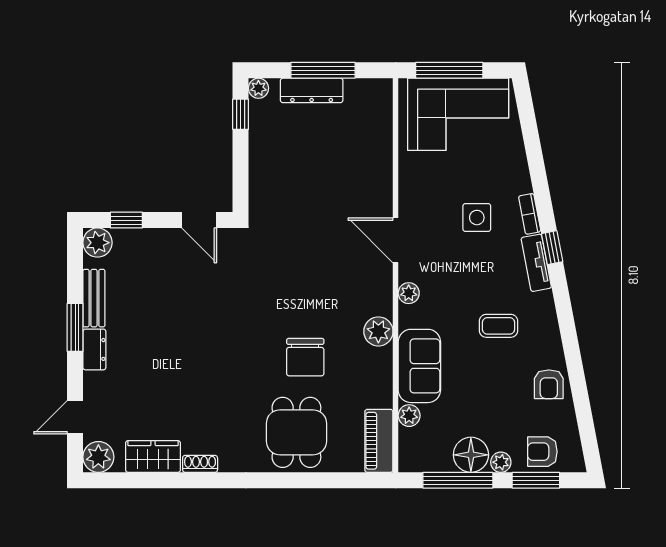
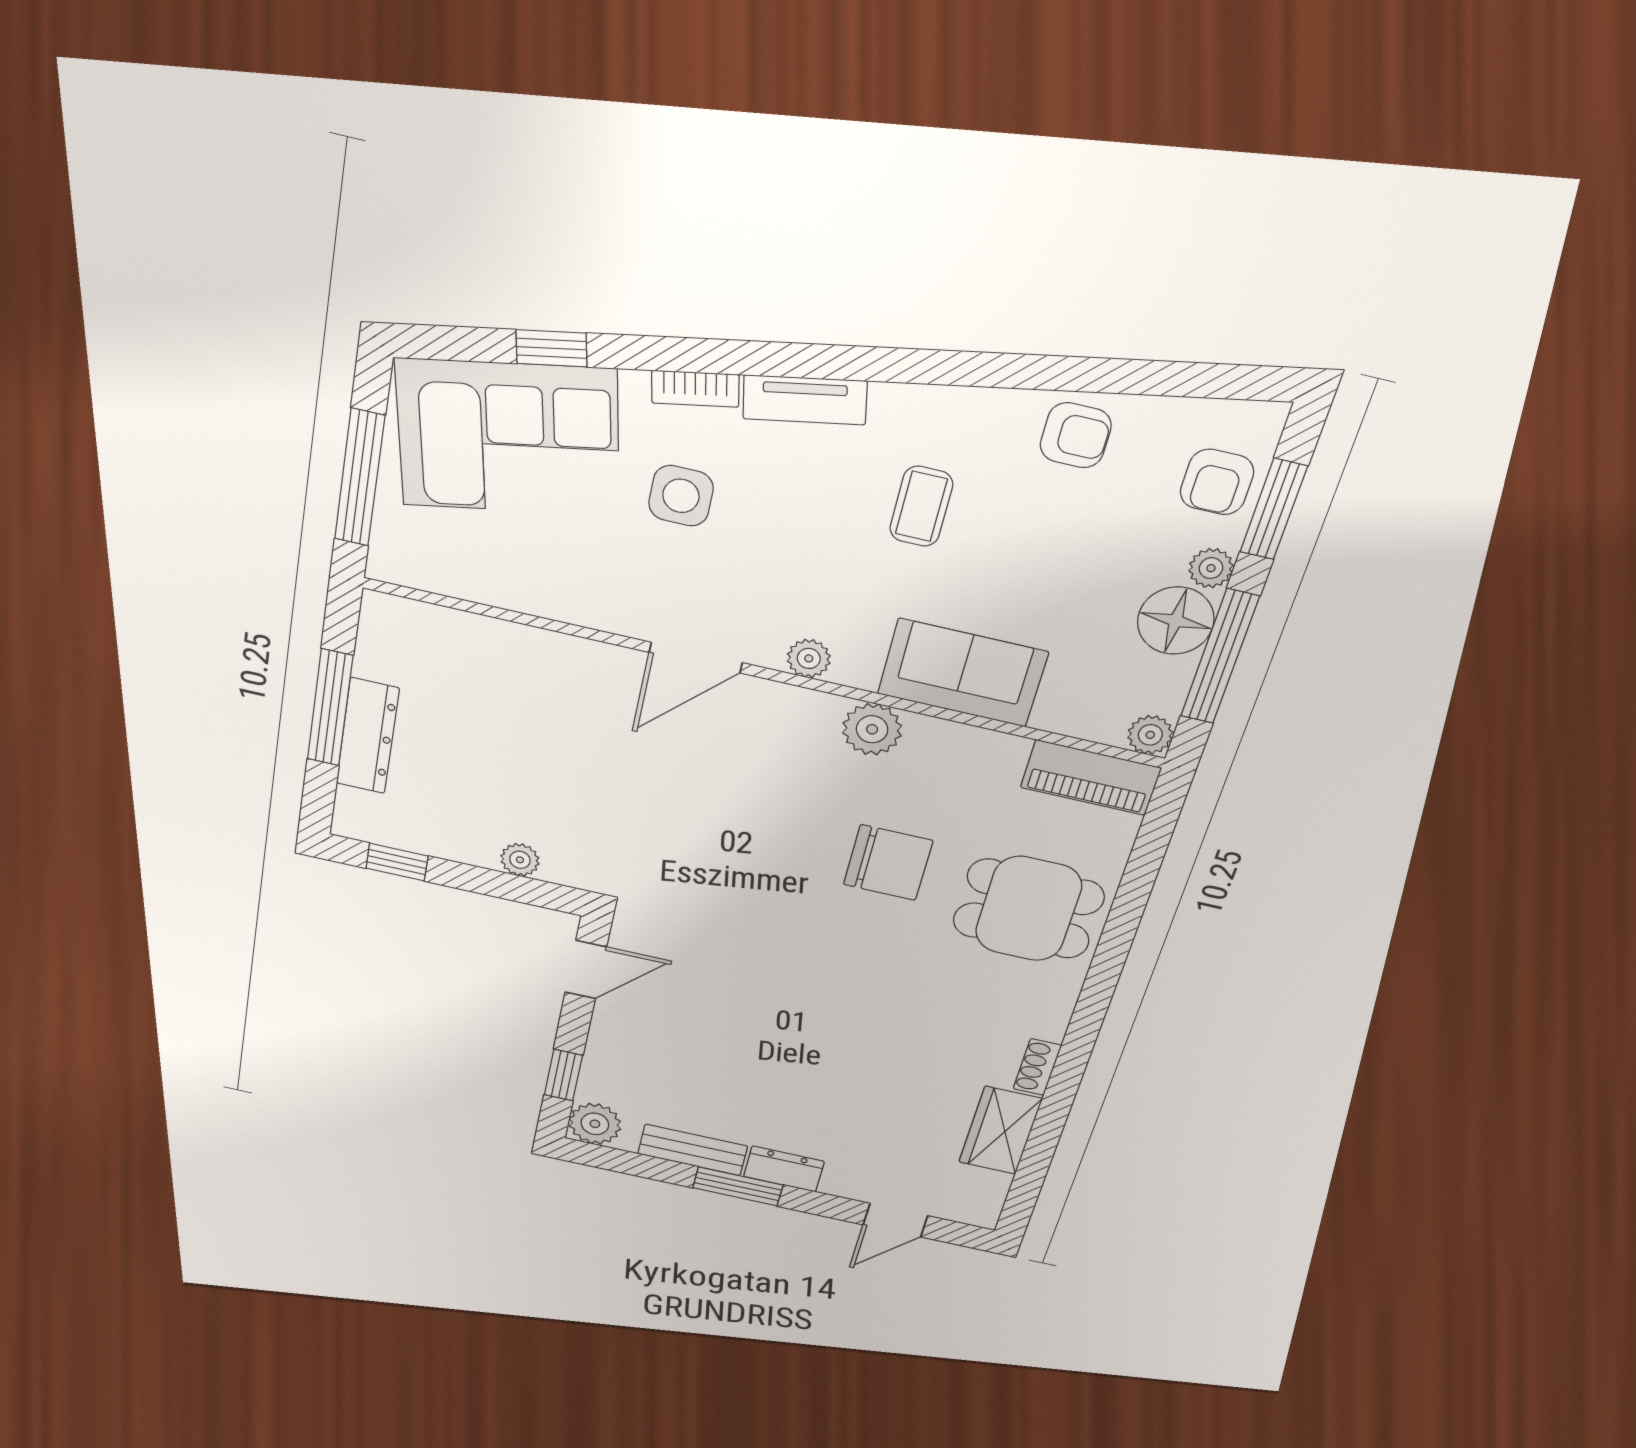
plant: (258, 88) -> (520, 860), moved
corner sofa: (458, 114) -> (508, 438), moved, turned 79
window: (552, 248) -> (551, 348), moved
plant: (409, 416) -> (1150, 735), moved
door: (75, 417) -> (895, 1220), hinge flipped
plant: (98, 457) -> (975, 1205), removed

